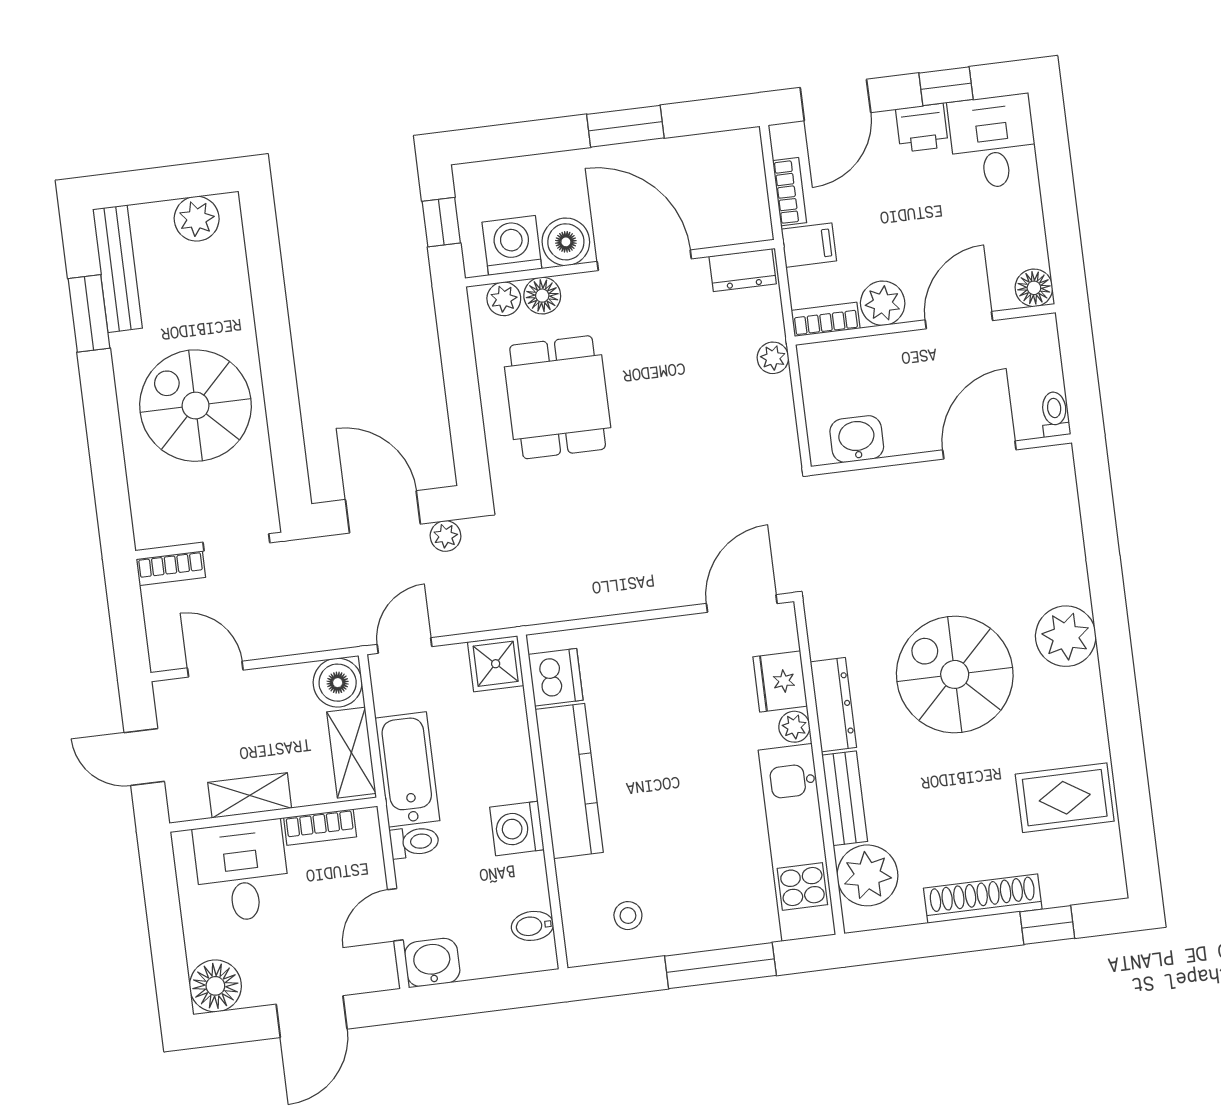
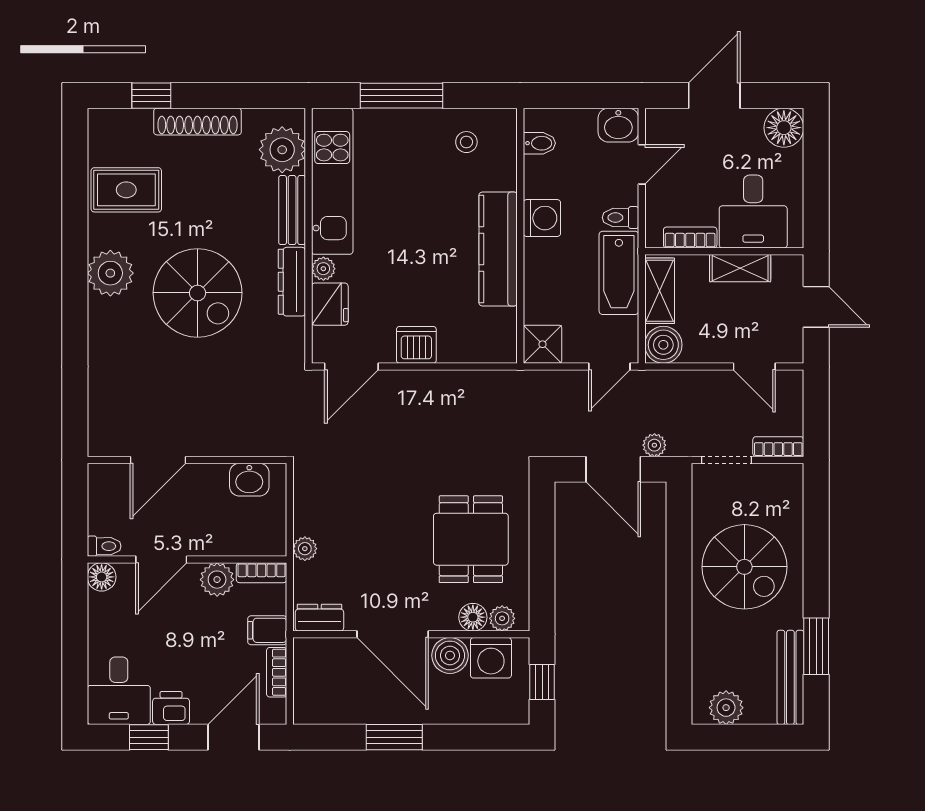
toilet: (1055, 414) -> (104, 546), moved, turned -90
plant: (446, 536) -> (654, 445), moved
plant: (1066, 636) -> (110, 273), moved
dishwasher: (556, 677) -> (416, 345), moved, turned 90

